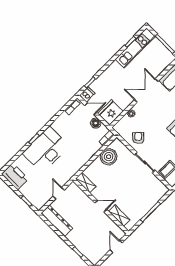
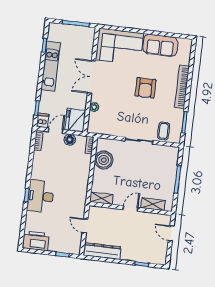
kitchen unit: (135, 48) -> (51, 66), moved
armchair: (138, 138) -> (117, 124), removed
desk: (46, 150) -> (41, 196), width x0.73, depth x0.77

